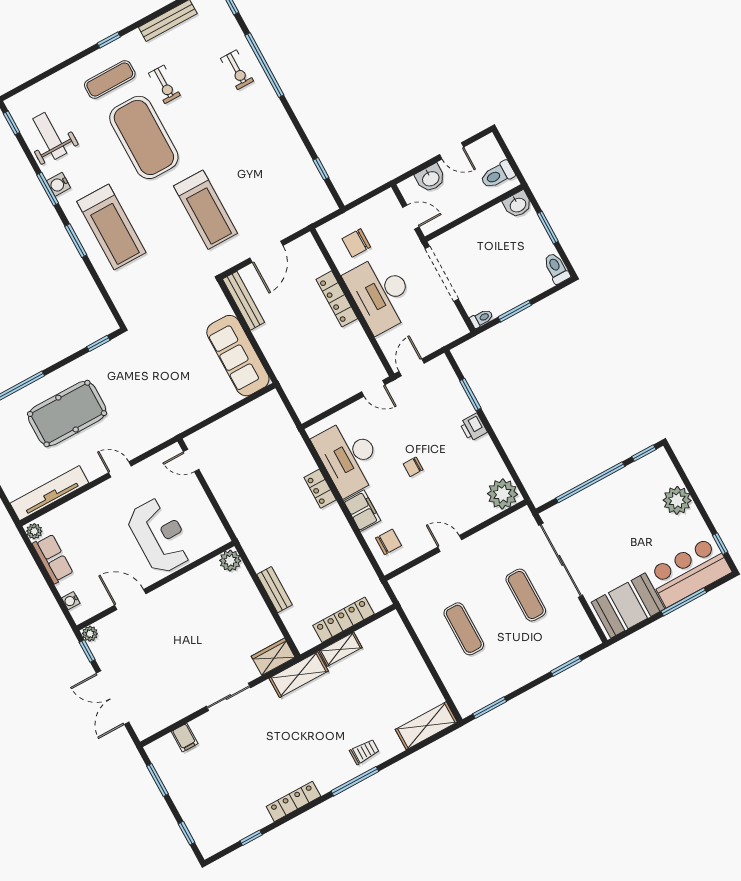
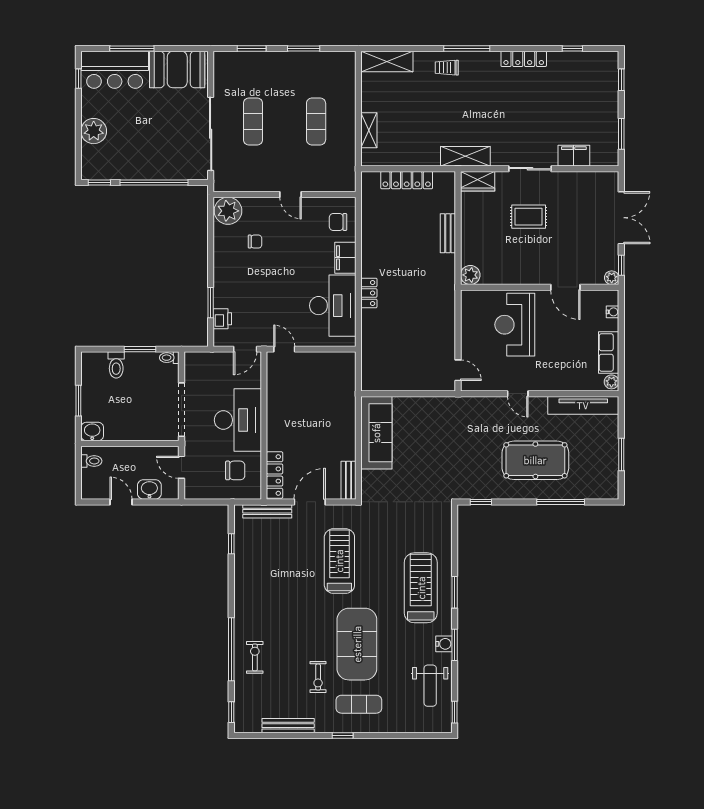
exercise bike: (164, 84) -> (318, 677), turned 180
toilet: (497, 175) -> (91, 461), width x0.73, depth x0.72
bench: (303, 220) -> (267, 511), added
toilet: (556, 268) -> (116, 365), moved
locker: (337, 299) -> (275, 475), moved
bench: (244, 301) -> (349, 480), width x0.73
printer: (473, 427) -> (222, 319), moved
chair: (413, 467) -> (255, 242), moved
rug: (204, 649) -> (529, 217), added
shelving: (341, 649) -> (369, 130), moved, turned 90
window: (490, 708) -> (304, 48), moved
filing cabinet: (185, 738) -> (574, 156), width x2.00

